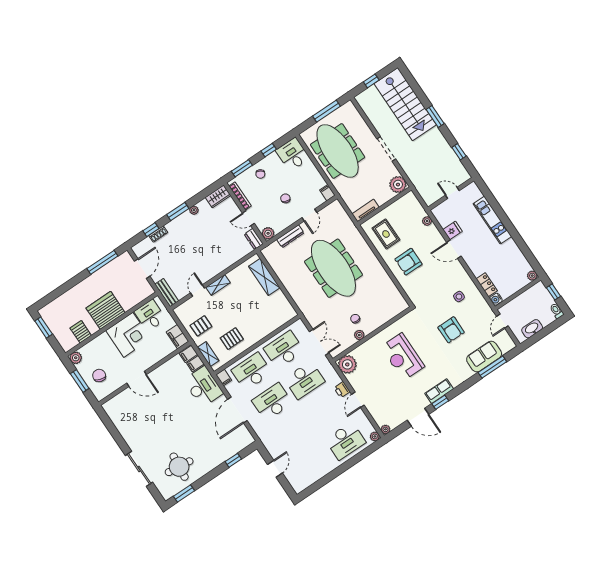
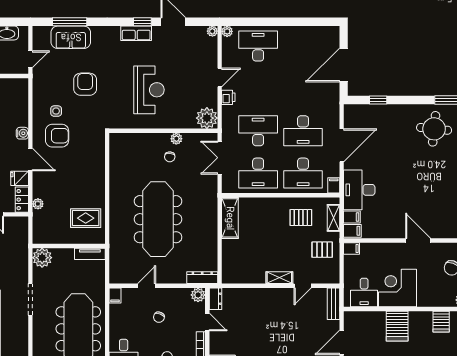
rug: (386, 234) -> (86, 218), turned 90
dresser: (290, 236) -> (202, 278), moved
armchair: (408, 262) -> (57, 136), moved
shelving: (264, 277) -> (230, 218), moved
locker: (487, 285) -> (22, 200), moved
water cooler: (496, 299) -> (22, 133), moved
server rack: (106, 310) -> (397, 326), width x0.62
filing cabinet: (178, 337) -> (352, 248), width x0.50
door: (275, 469) -> (344, 65), width x1.87

